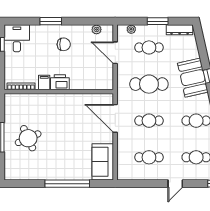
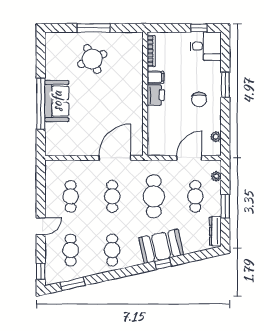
sofa: (103, 162) -> (57, 101), moved, turned 90
door: (175, 184) -> (41, 226), swing flipped

